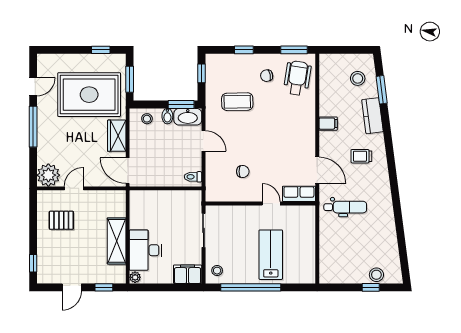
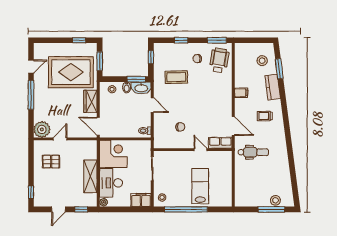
corner desk: (149, 209) -> (113, 154), added
window: (371, 287) -> (271, 209), width x2.17

